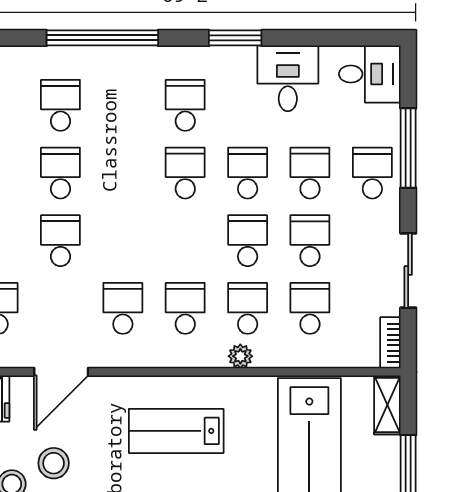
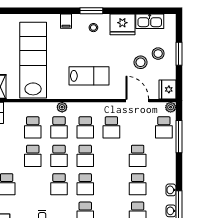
school desk: (310, 173) -> (85, 156), moved
door: (61, 372) -> (137, 101), hinge flipped

